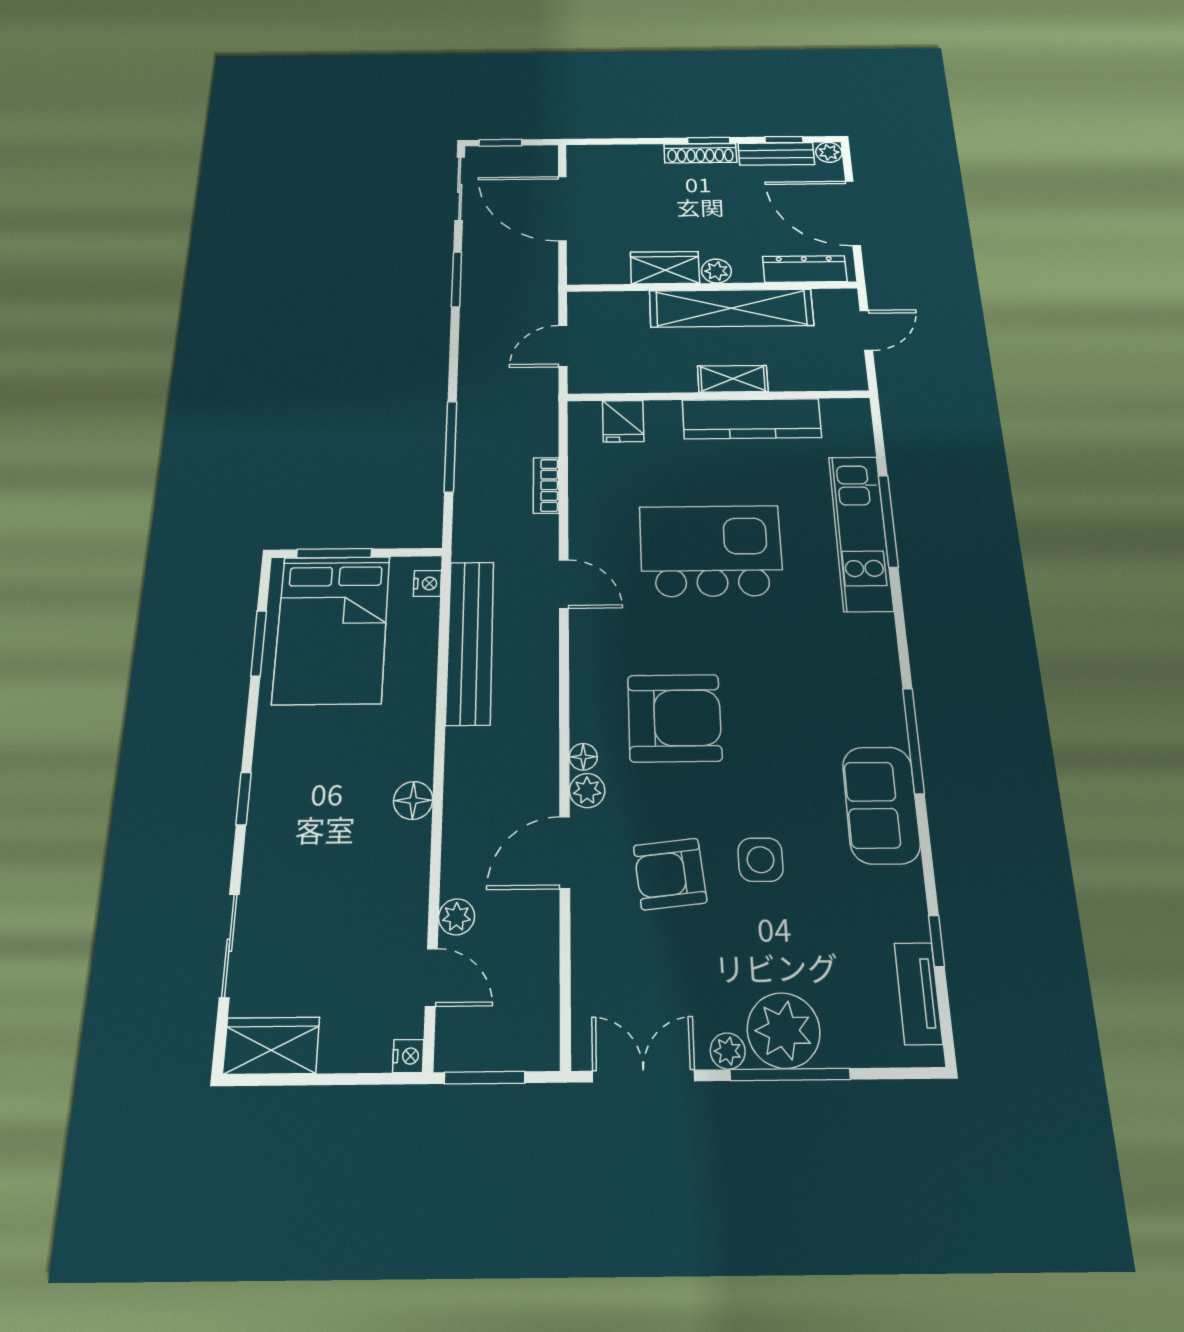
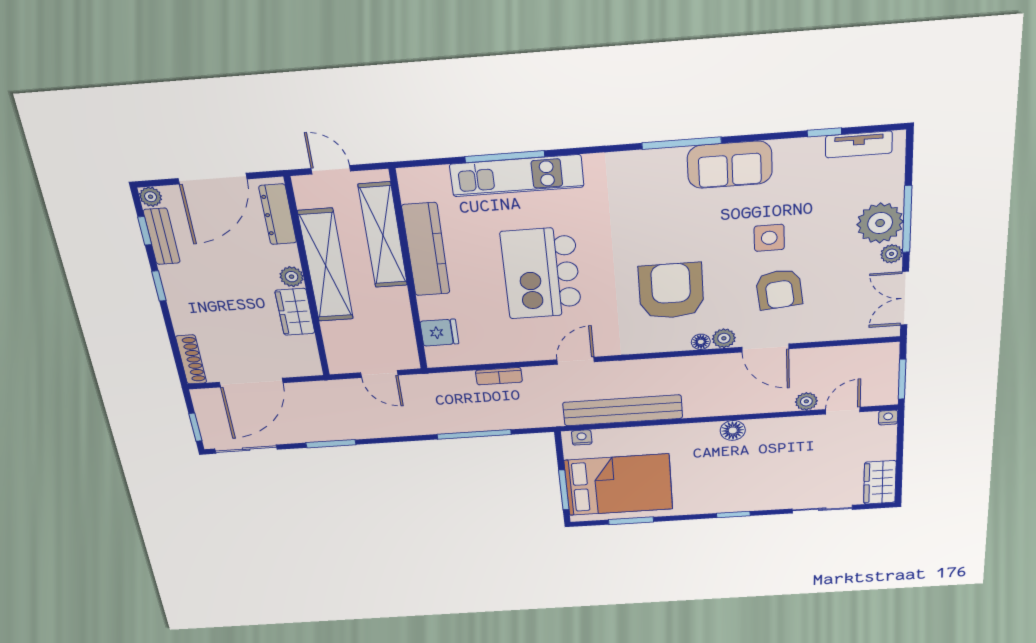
shoe rack: (700, 153) -> (191, 360), moved
shelving: (733, 379) -> (383, 235), width x2.20, depth x1.33

